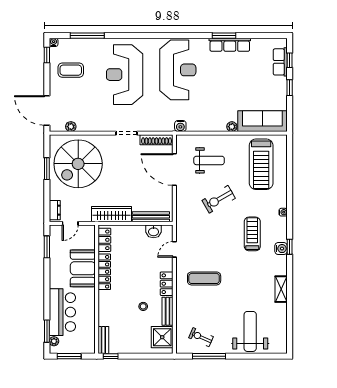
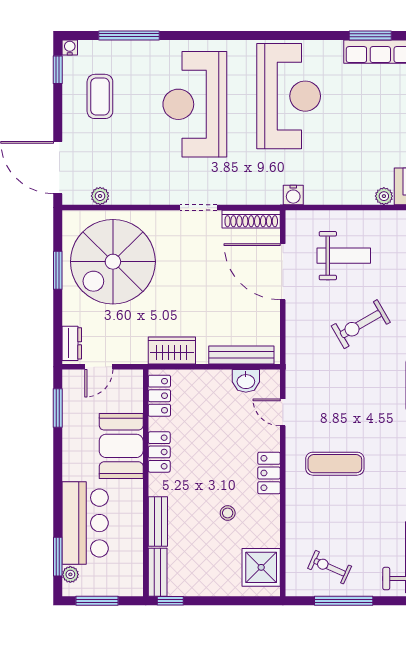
coffee table: (71, 70) -> (100, 96), turned 90
wardrobe: (112, 214) -> (172, 350), width x0.67
door: (174, 249) -> (283, 412), hinge flipped
locker: (104, 272) -> (159, 452), width x0.66
bench: (168, 311) -> (158, 521), moved

